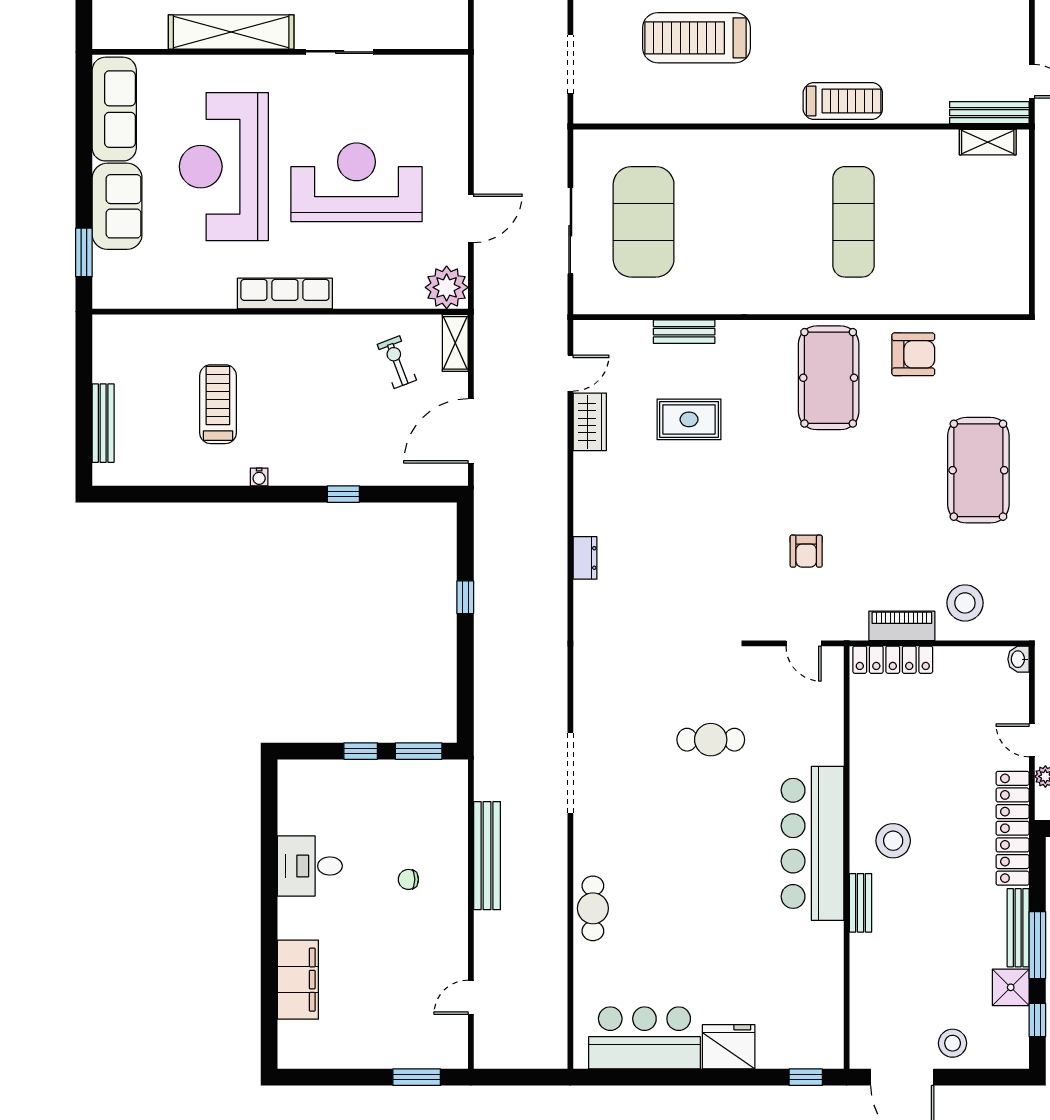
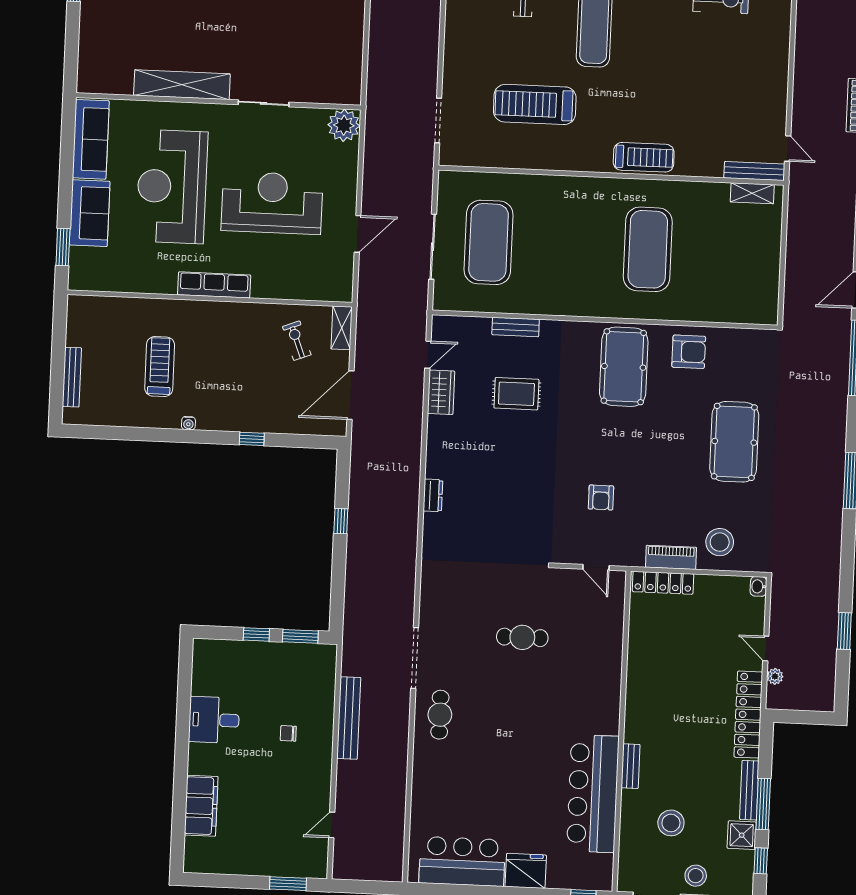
exercise mat: (854, 222) -> (648, 249), width x1.47
plant: (447, 287) -> (344, 125), moved
stool: (893, 841) -> (671, 823), moved
bar counter: (813, 843) -> (593, 794), moved
cafe table: (593, 908) -> (440, 715), moved

